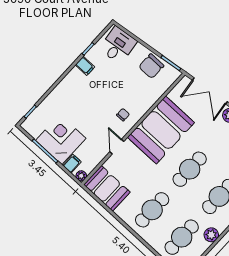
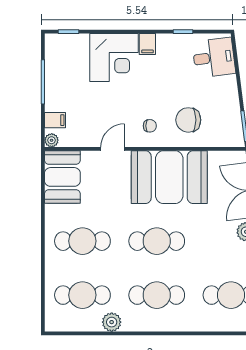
filing cabinet: (85, 66) -> (147, 44), moved
chair: (151, 66) -> (188, 120), moved
corner desk: (61, 139) -> (114, 57), moved, turned 90

